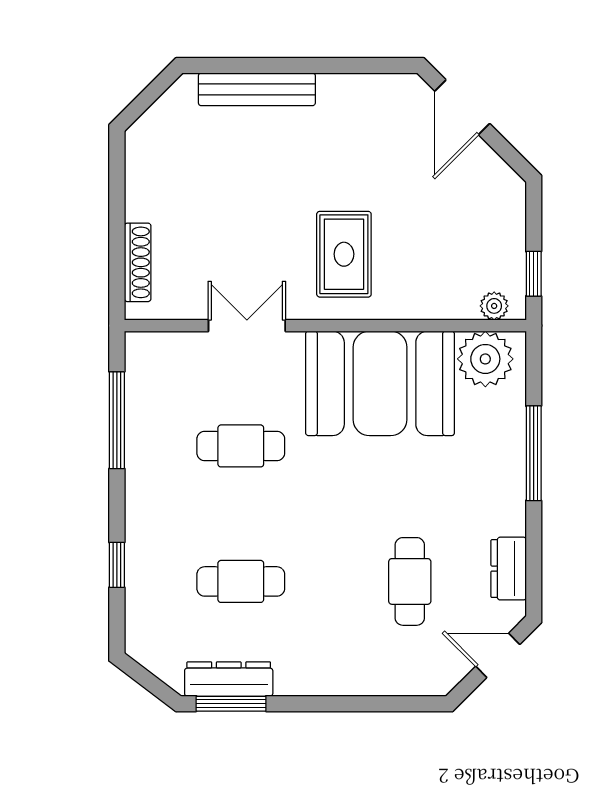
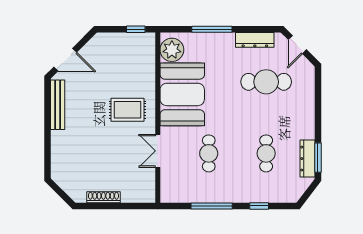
bench: (257, 89) -> (58, 105), moved
shoe rack: (138, 262) -> (103, 197), moved
plant: (494, 306) -> (149, 46), removed
window: (117, 420) -> (212, 206), moved
dresser: (509, 569) -> (255, 40), width x1.44
cafe table: (410, 581) -> (266, 82), width x1.37, depth x1.35

